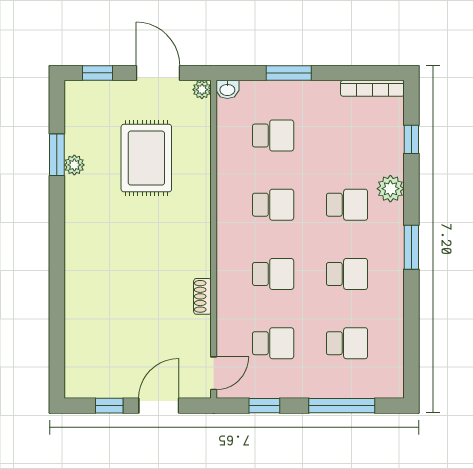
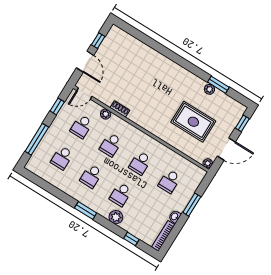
washbasin: (227, 89) -> (175, 217), moved
plant: (226, 315) -> (106, 114), added
door: (214, 373) -> (84, 93), hinge flipped

